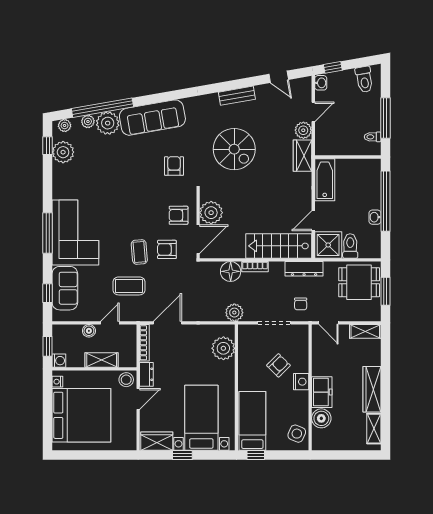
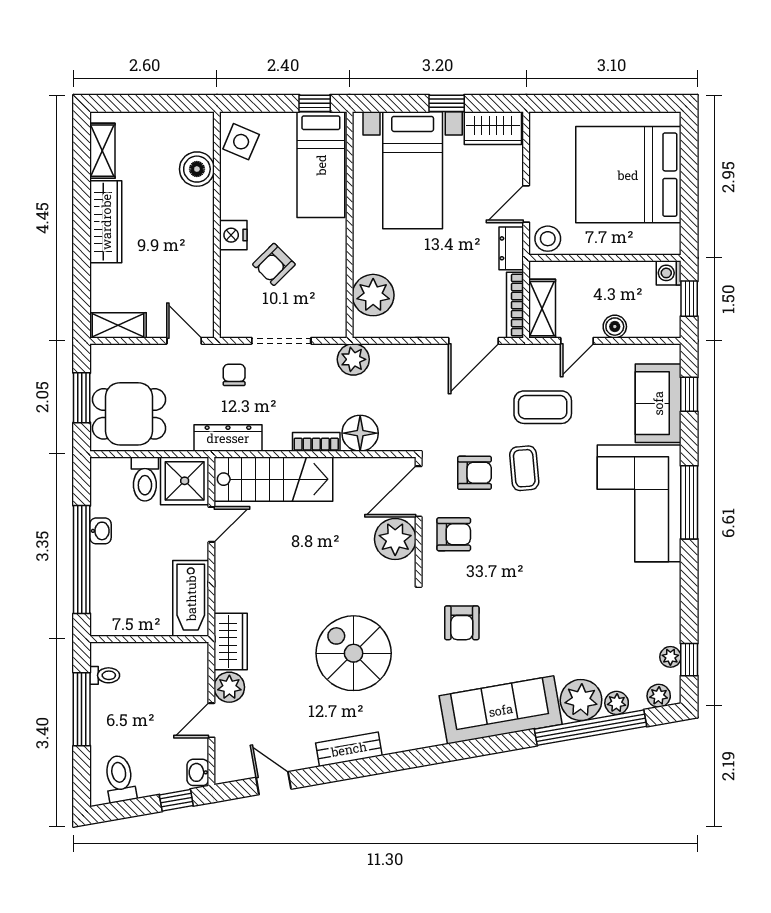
plant: (63, 152) -> (670, 657), width x0.53, depth x0.53
shelving: (102, 360) -> (542, 309), moved, turned 90
nightstand: (57, 382) -> (671, 235), removed
freezer: (322, 392) -> (196, 216), removed

